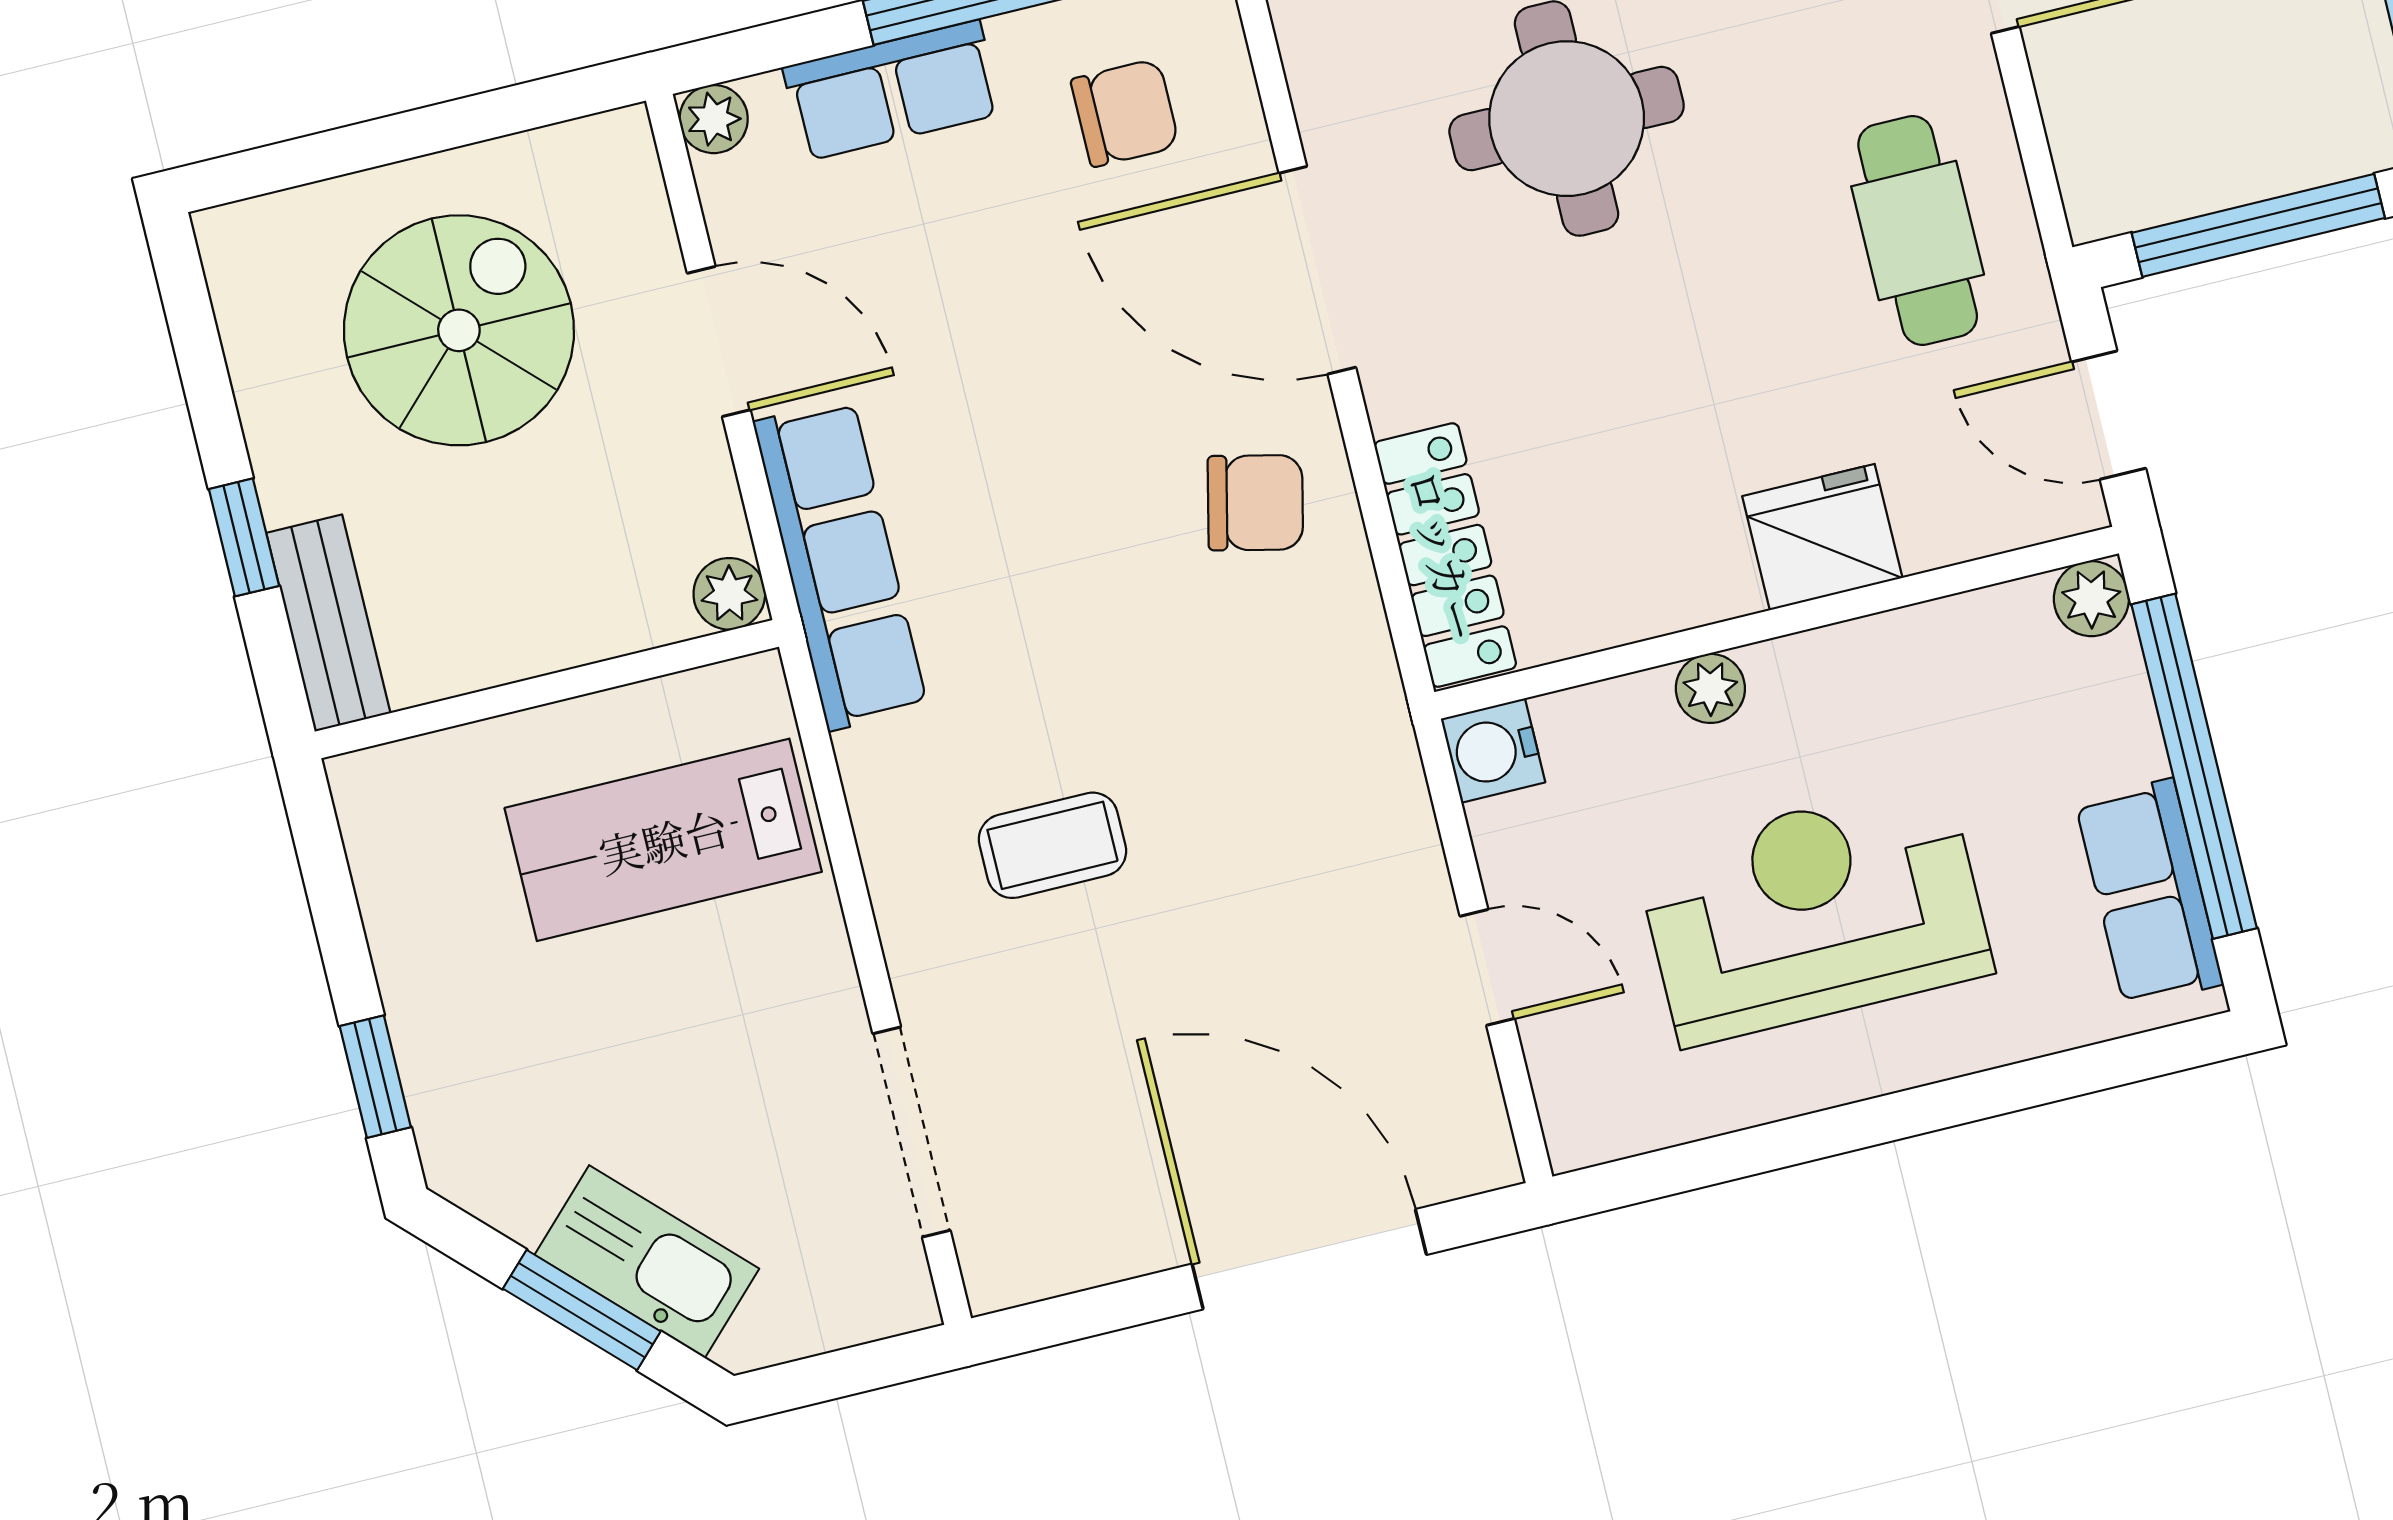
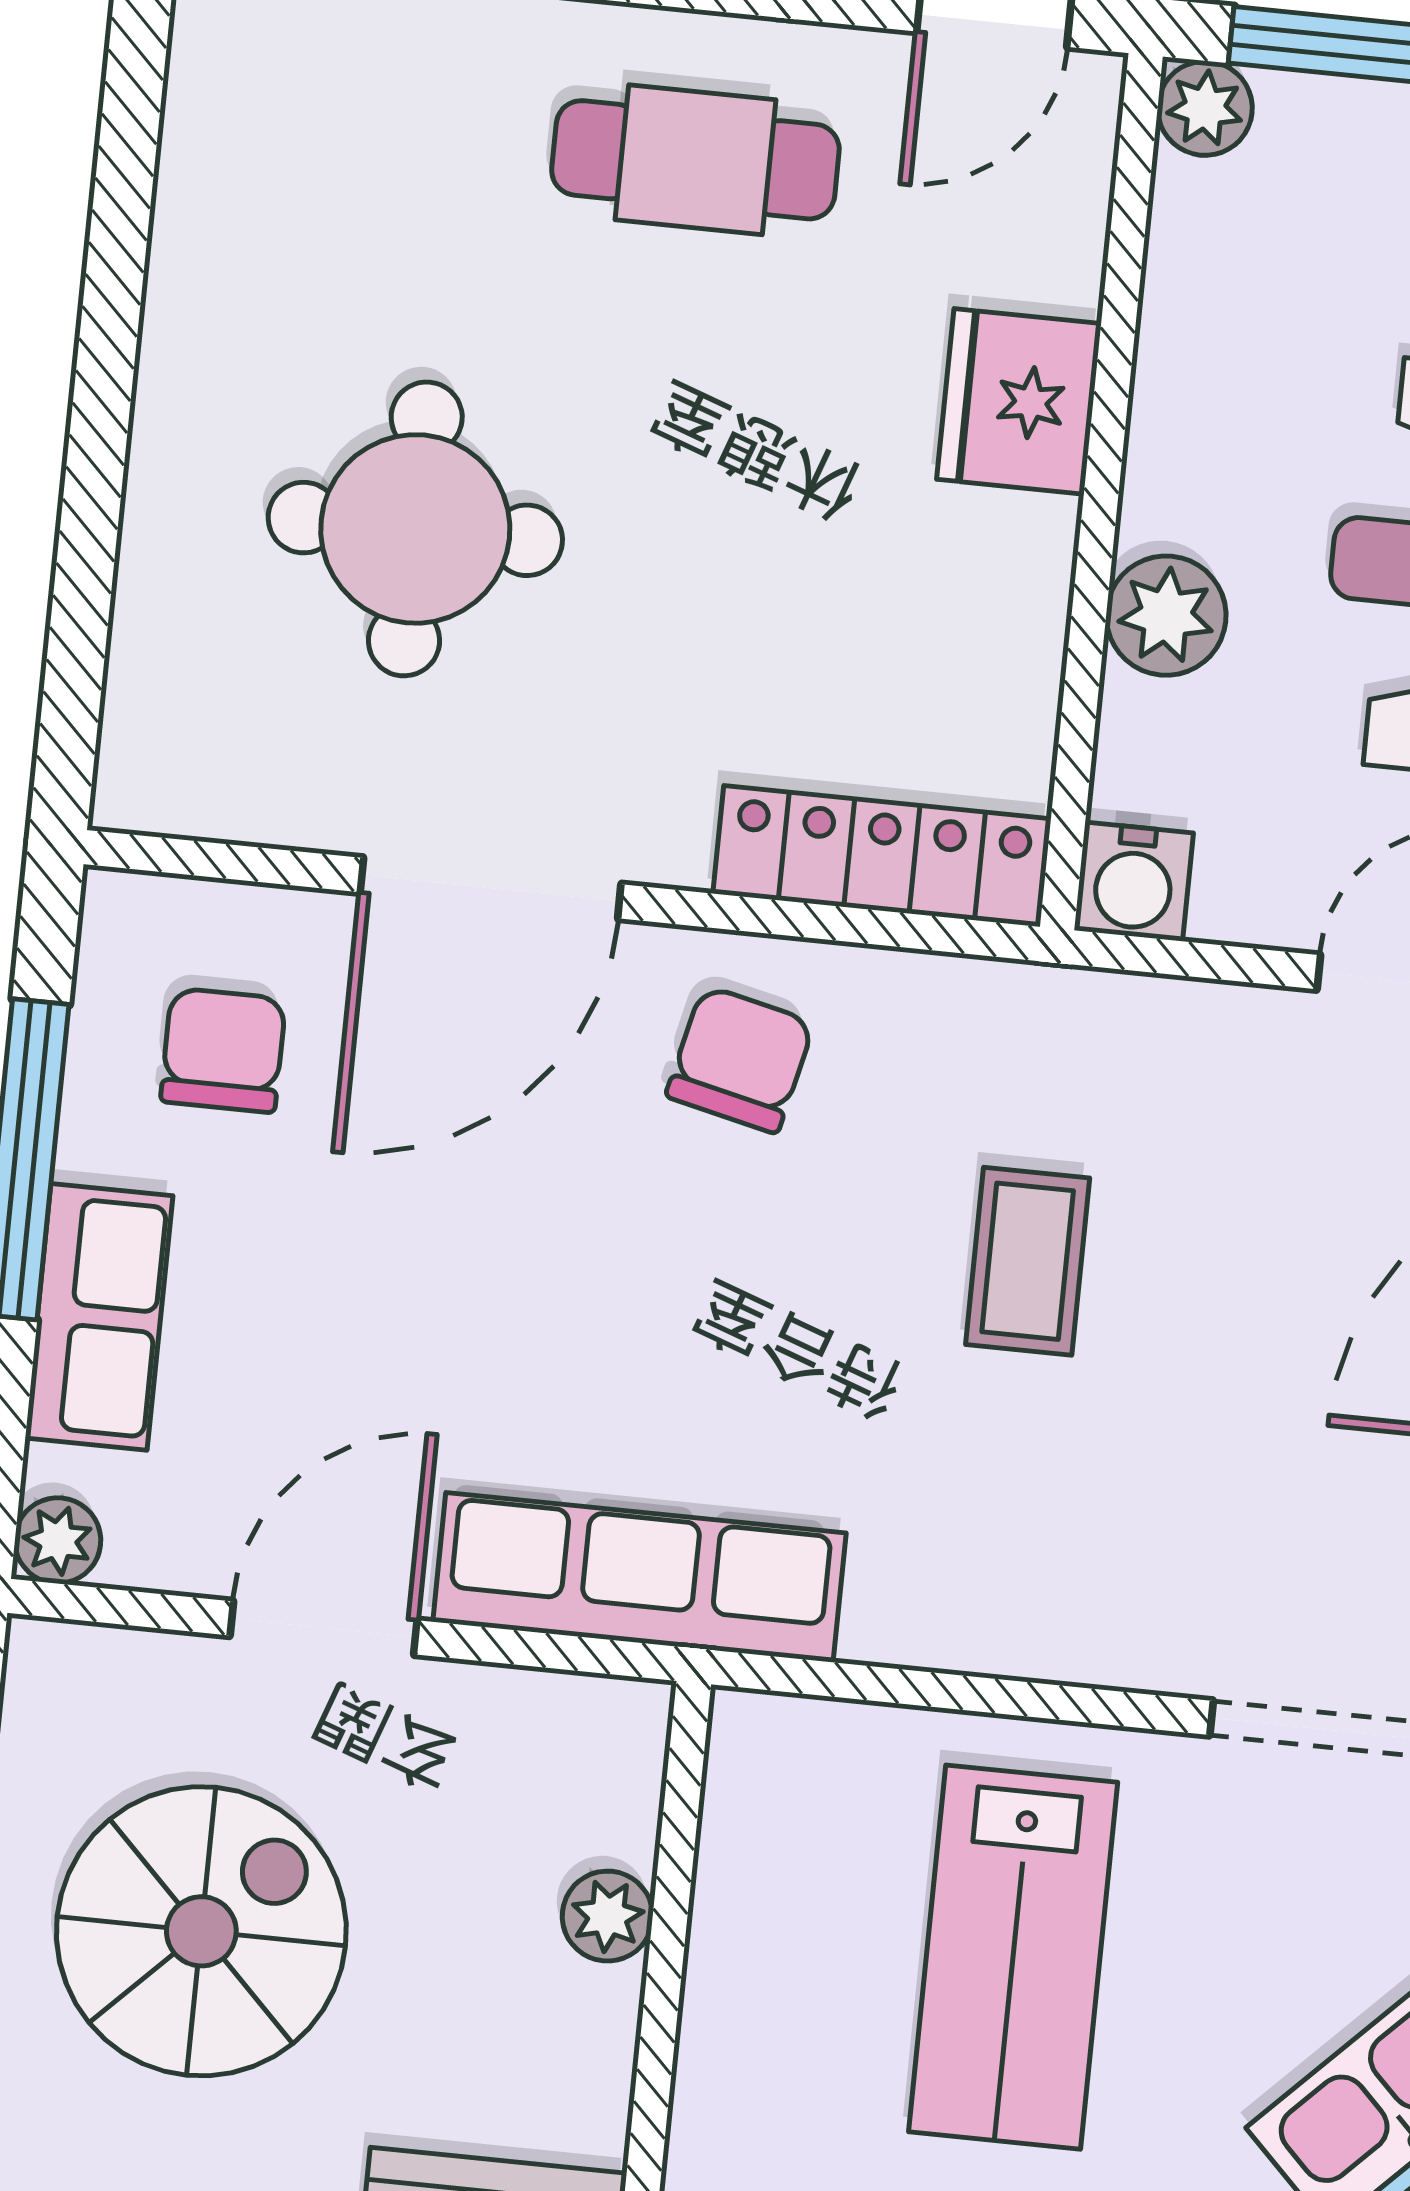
spiral stairs: (459, 330) -> (201, 1931), turned 90
plant: (729, 594) -> (608, 1916), moved
plant: (1710, 688) -> (1166, 616), width x1.38, depth x1.38
lab bench: (663, 840) -> (1013, 1957), moved
coffee table: (1052, 845) -> (1028, 1261), moved

